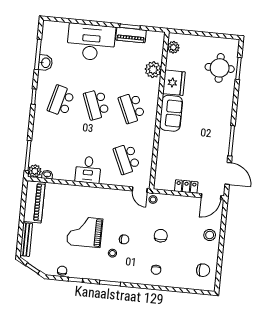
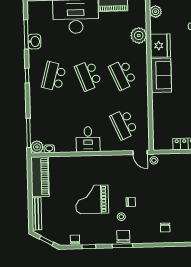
chair: (161, 236) -> (123, 237), moved

